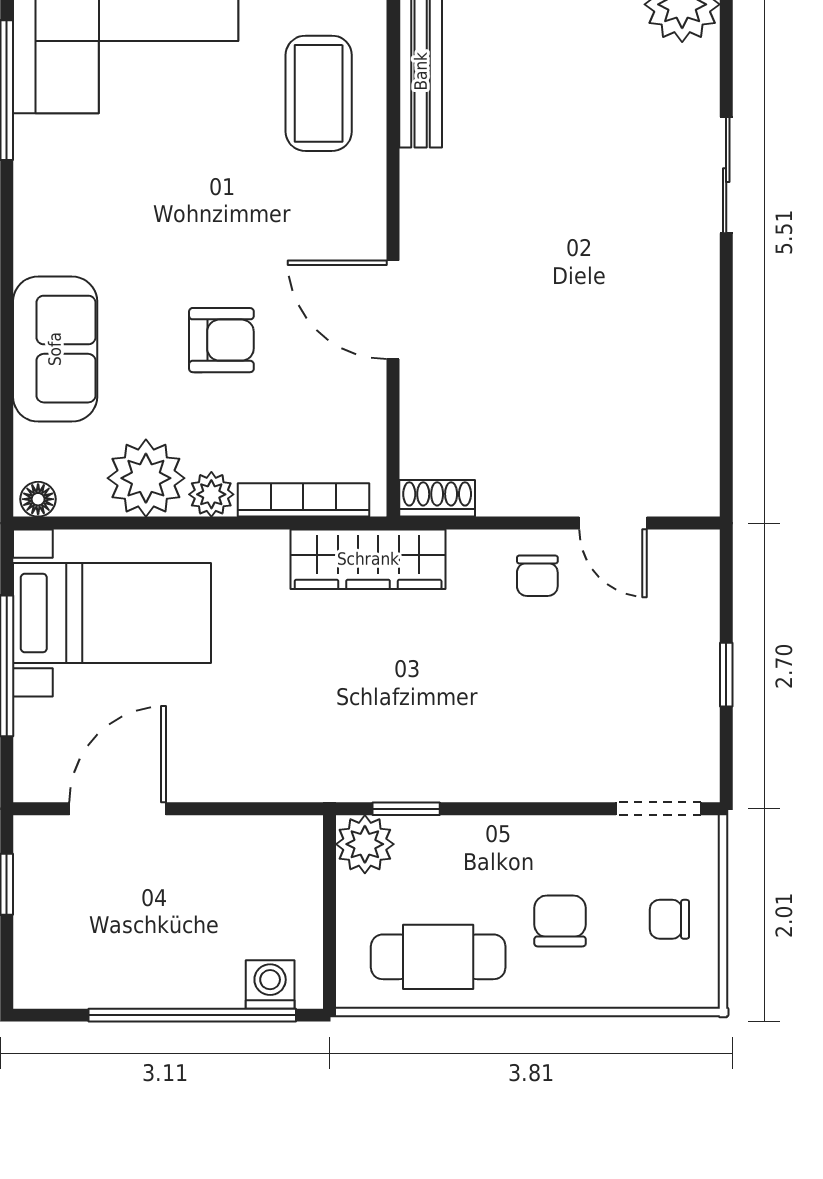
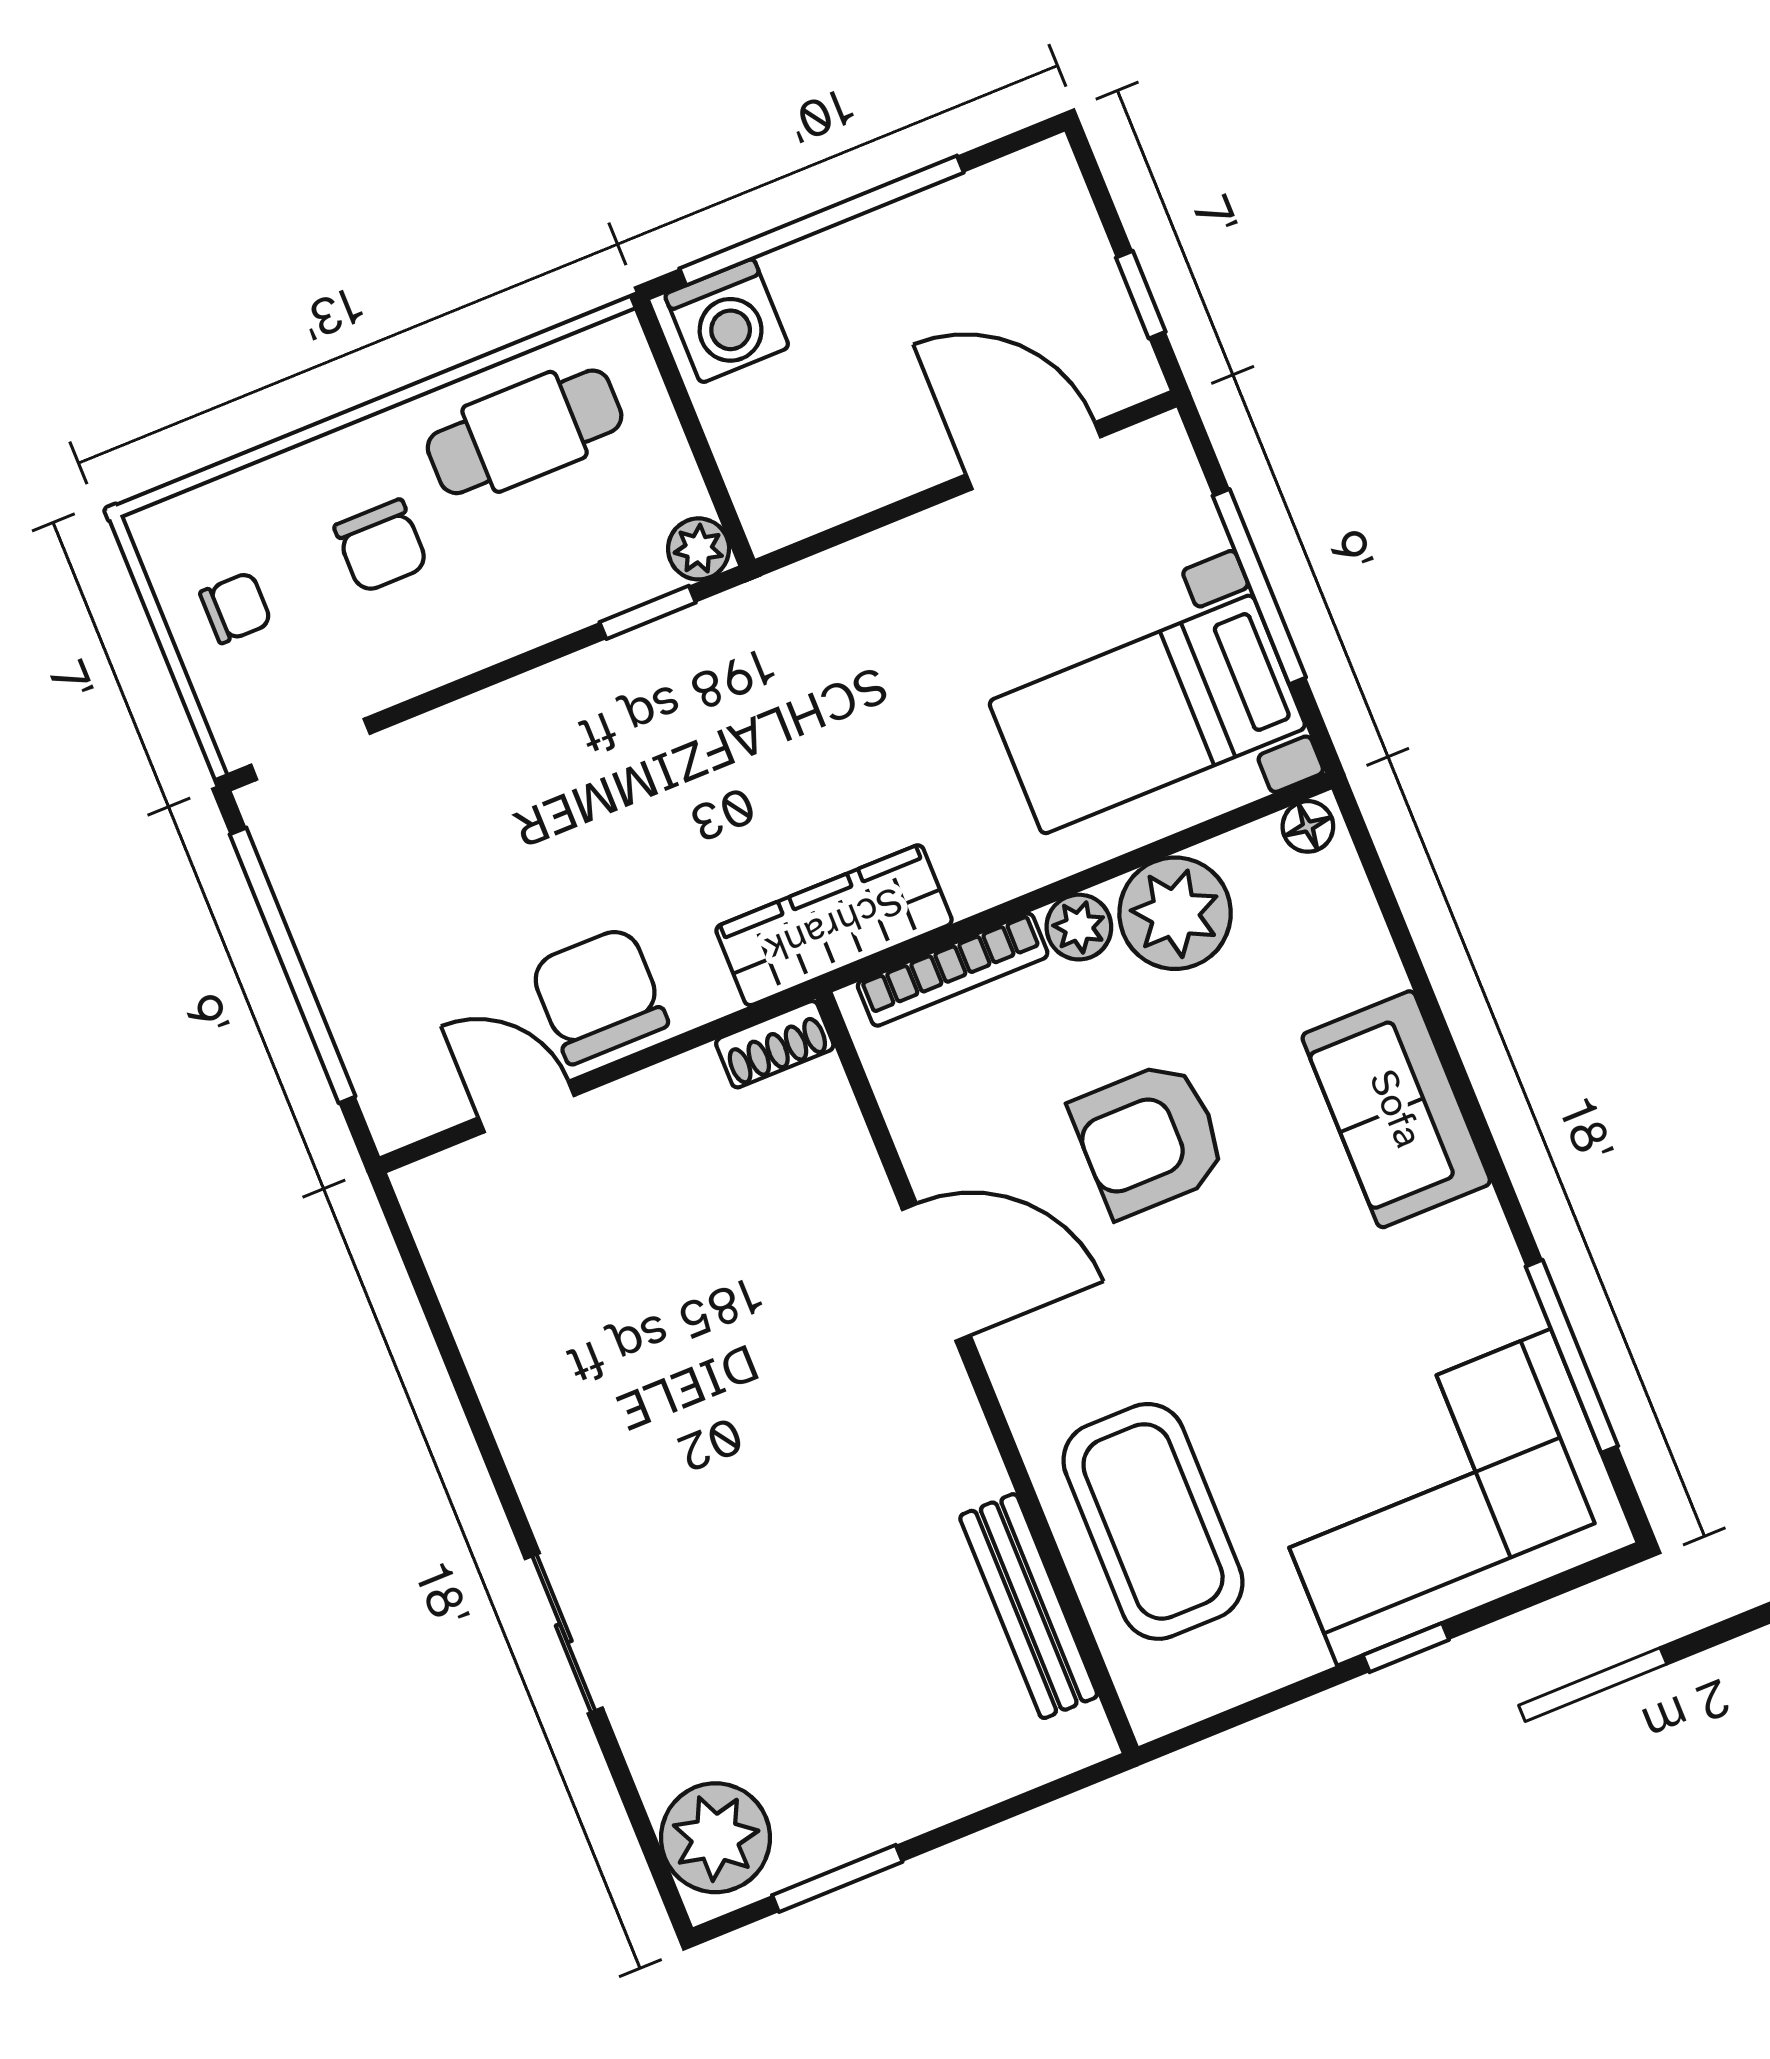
coffee table: (319, 93) -> (1153, 1521), width x1.36, depth x1.32
armchair: (221, 340) -> (1149, 1139), width x1.38, depth x1.38
sofa: (55, 349) -> (1396, 1109), moved
chair: (537, 576) -> (599, 995), width x1.87, depth x1.87
window: (726, 675) -> (293, 965), width x3.17
door: (118, 809) -> (1033, 456), swing flipped
plant: (365, 844) -> (699, 549), width x0.73, depth x0.73
washing machine: (270, 984) -> (727, 321), width x1.38, depth x1.38

